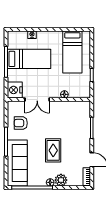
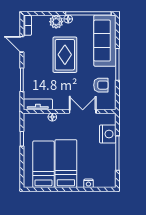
bed: (29, 59) -> (66, 164), moved, turned 90
nightstand: (15, 90) -> (108, 134), moved
tv unit: (77, 106) -> (38, 104), added
rug: (53, 150) -> (65, 55), width x1.36, depth x1.43

